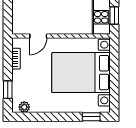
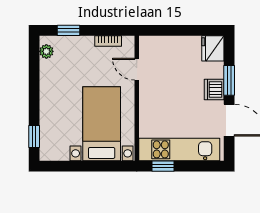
bed with nightstands: (81, 73) -> (102, 124), width x0.73

